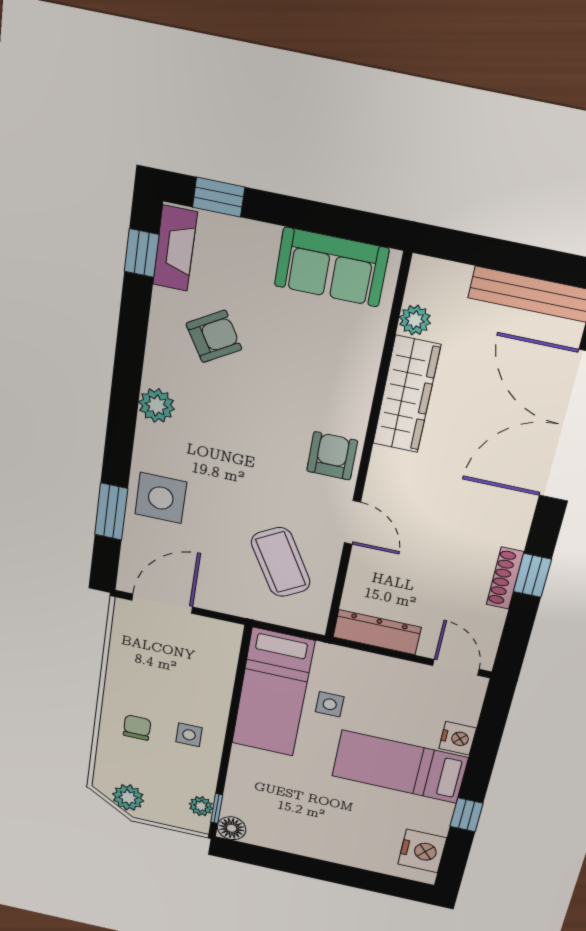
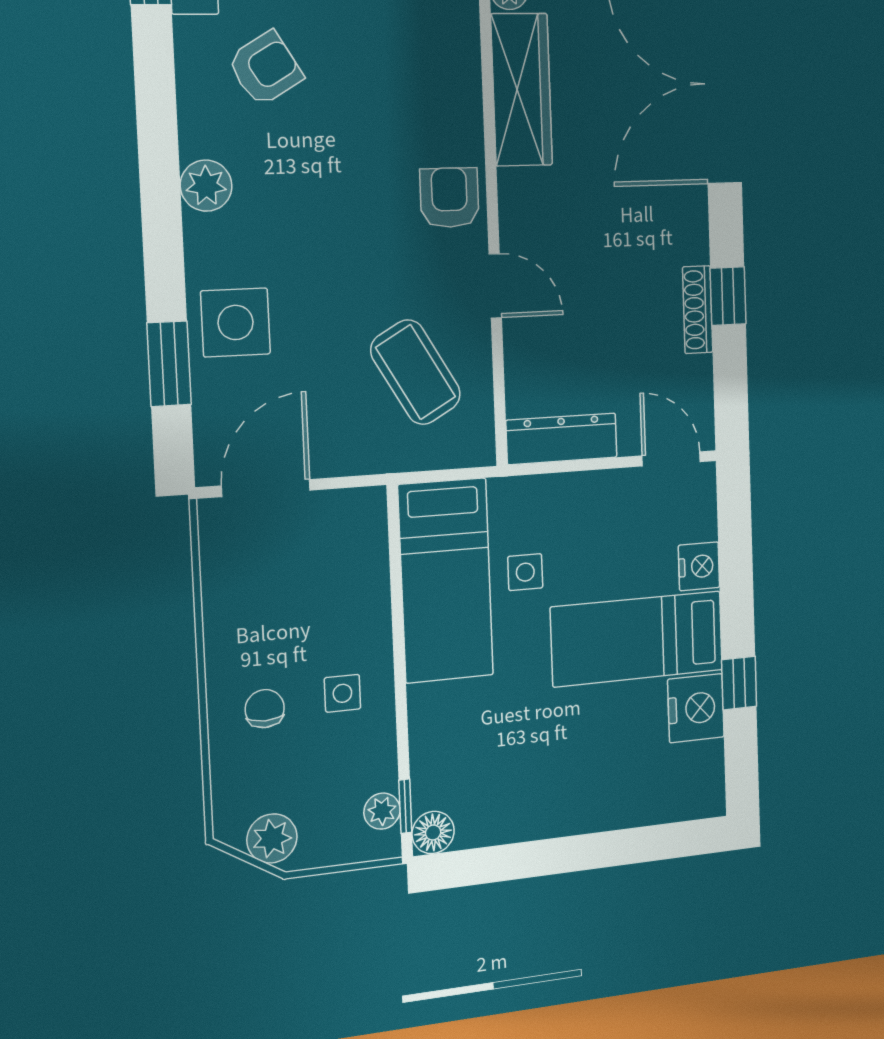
nightstand: (422, 851) -> (696, 708), moved

